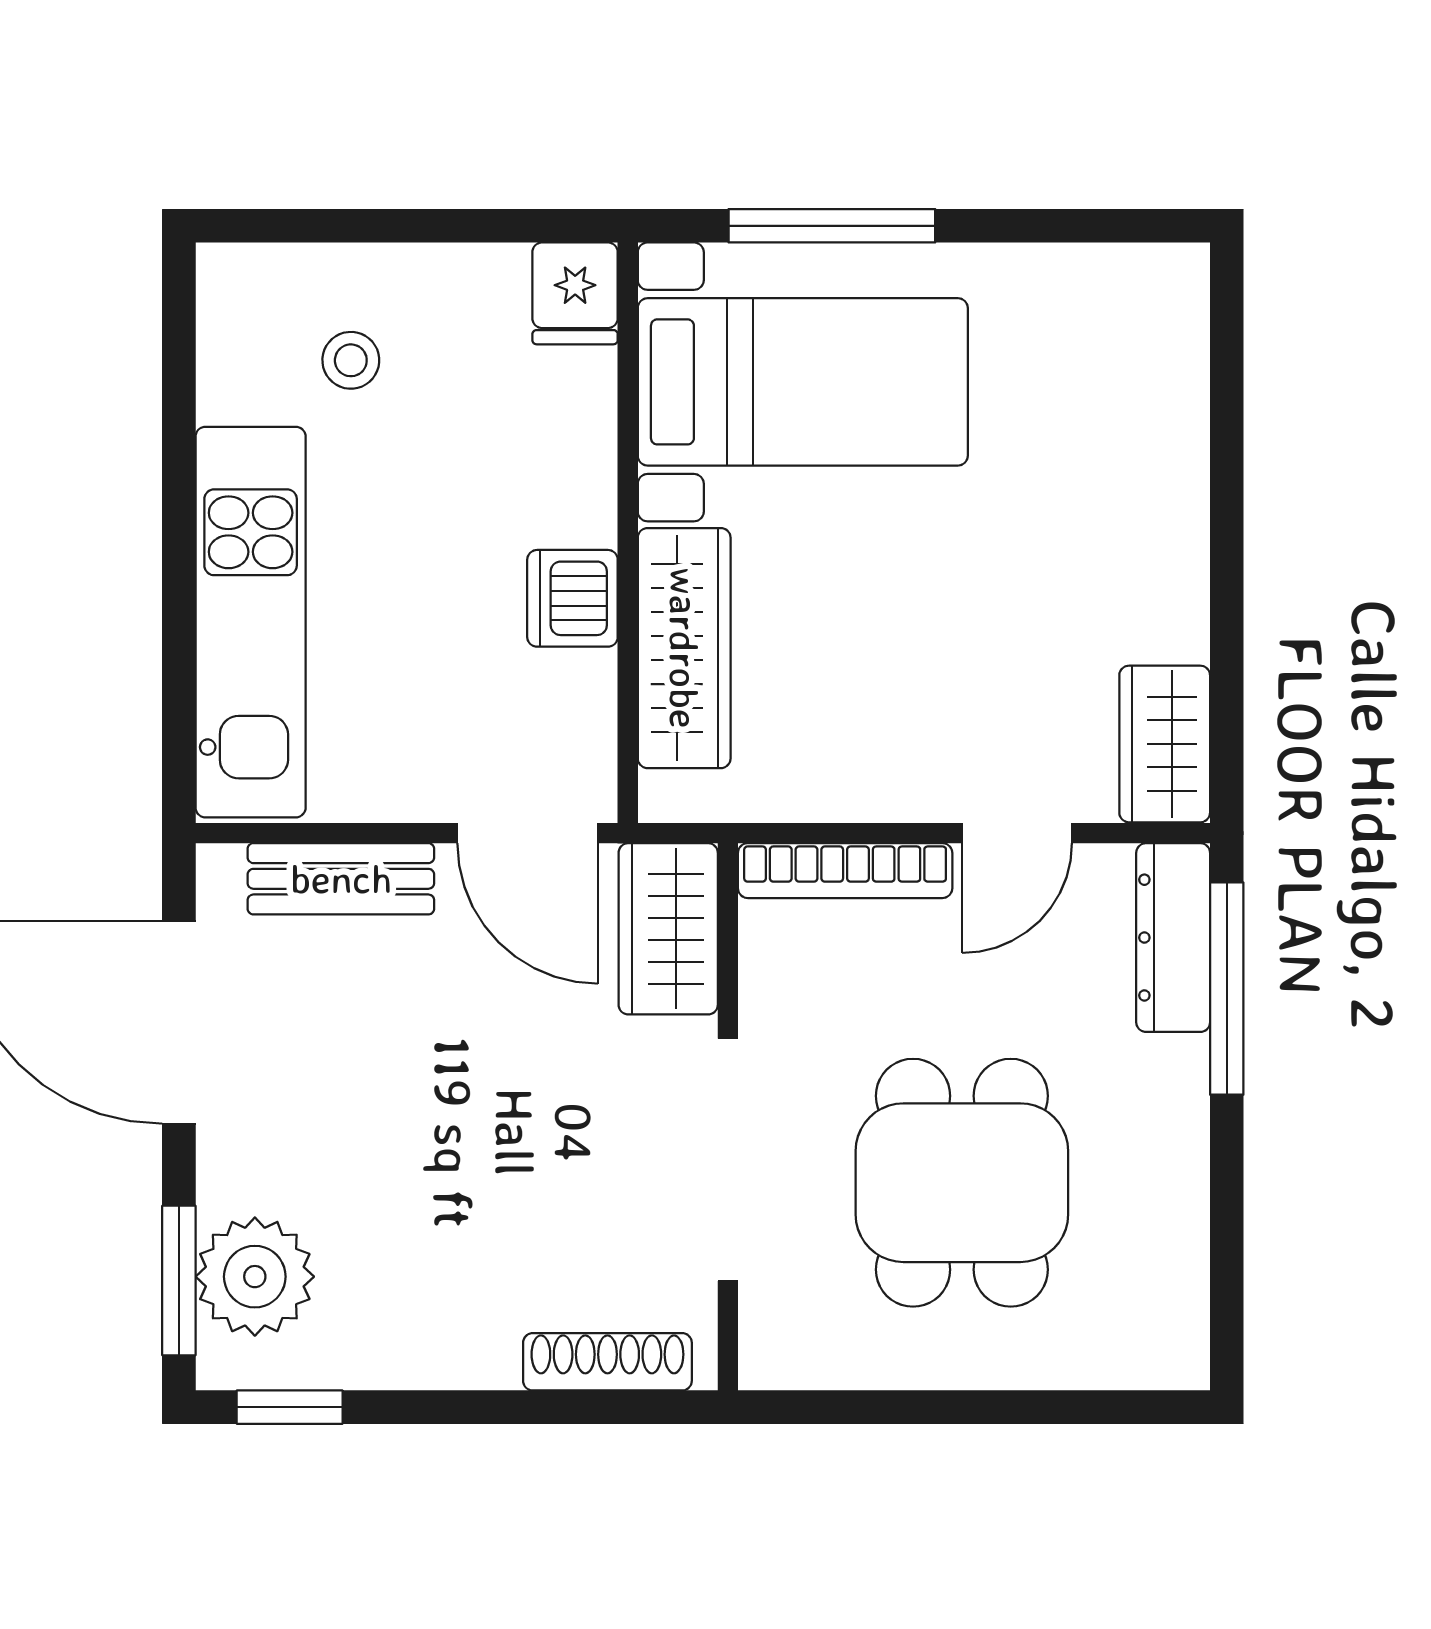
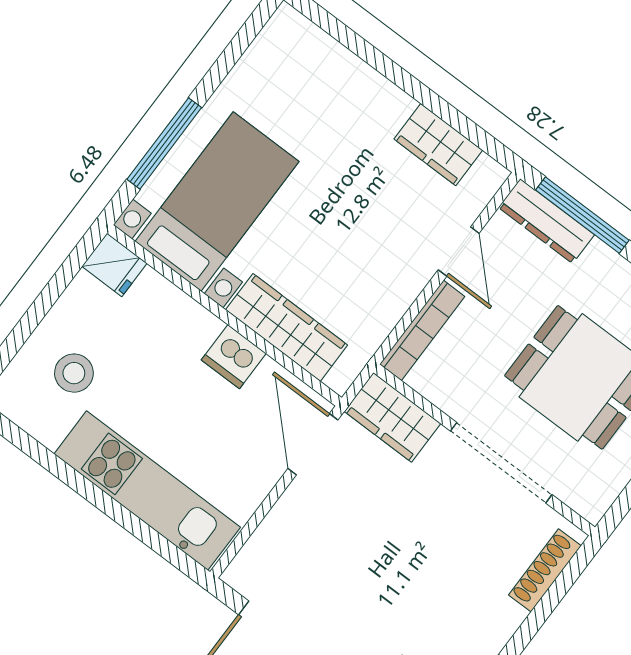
stool: (351, 360) -> (74, 373), width x1.37, depth x1.37
wardrobe: (1165, 744) -> (438, 145), moved
door: (528, 833) -> (313, 444), swing flipped
bench: (341, 879) -> (275, 531), removed

